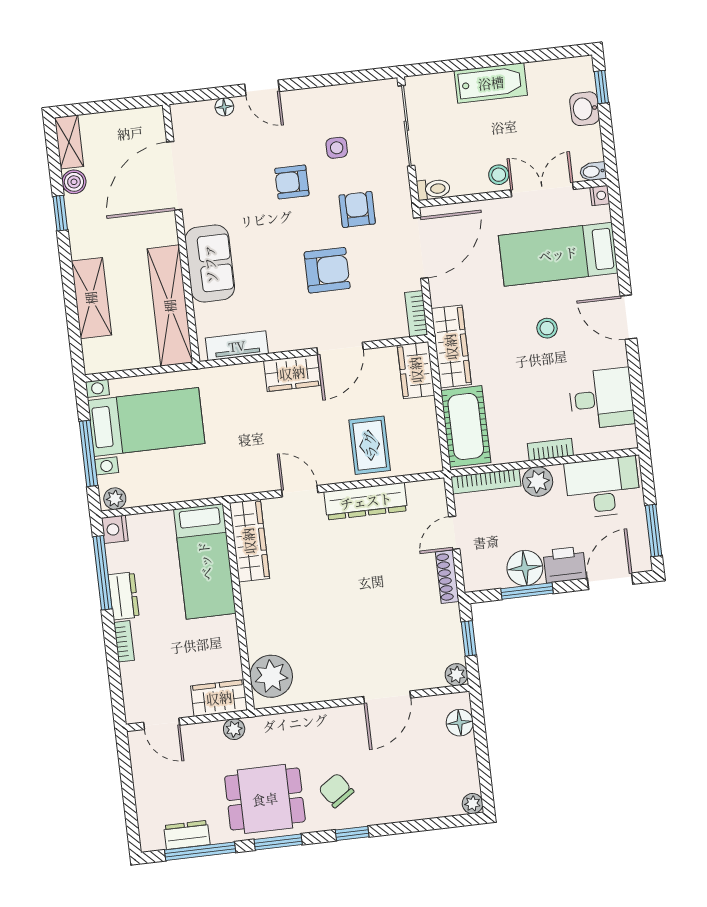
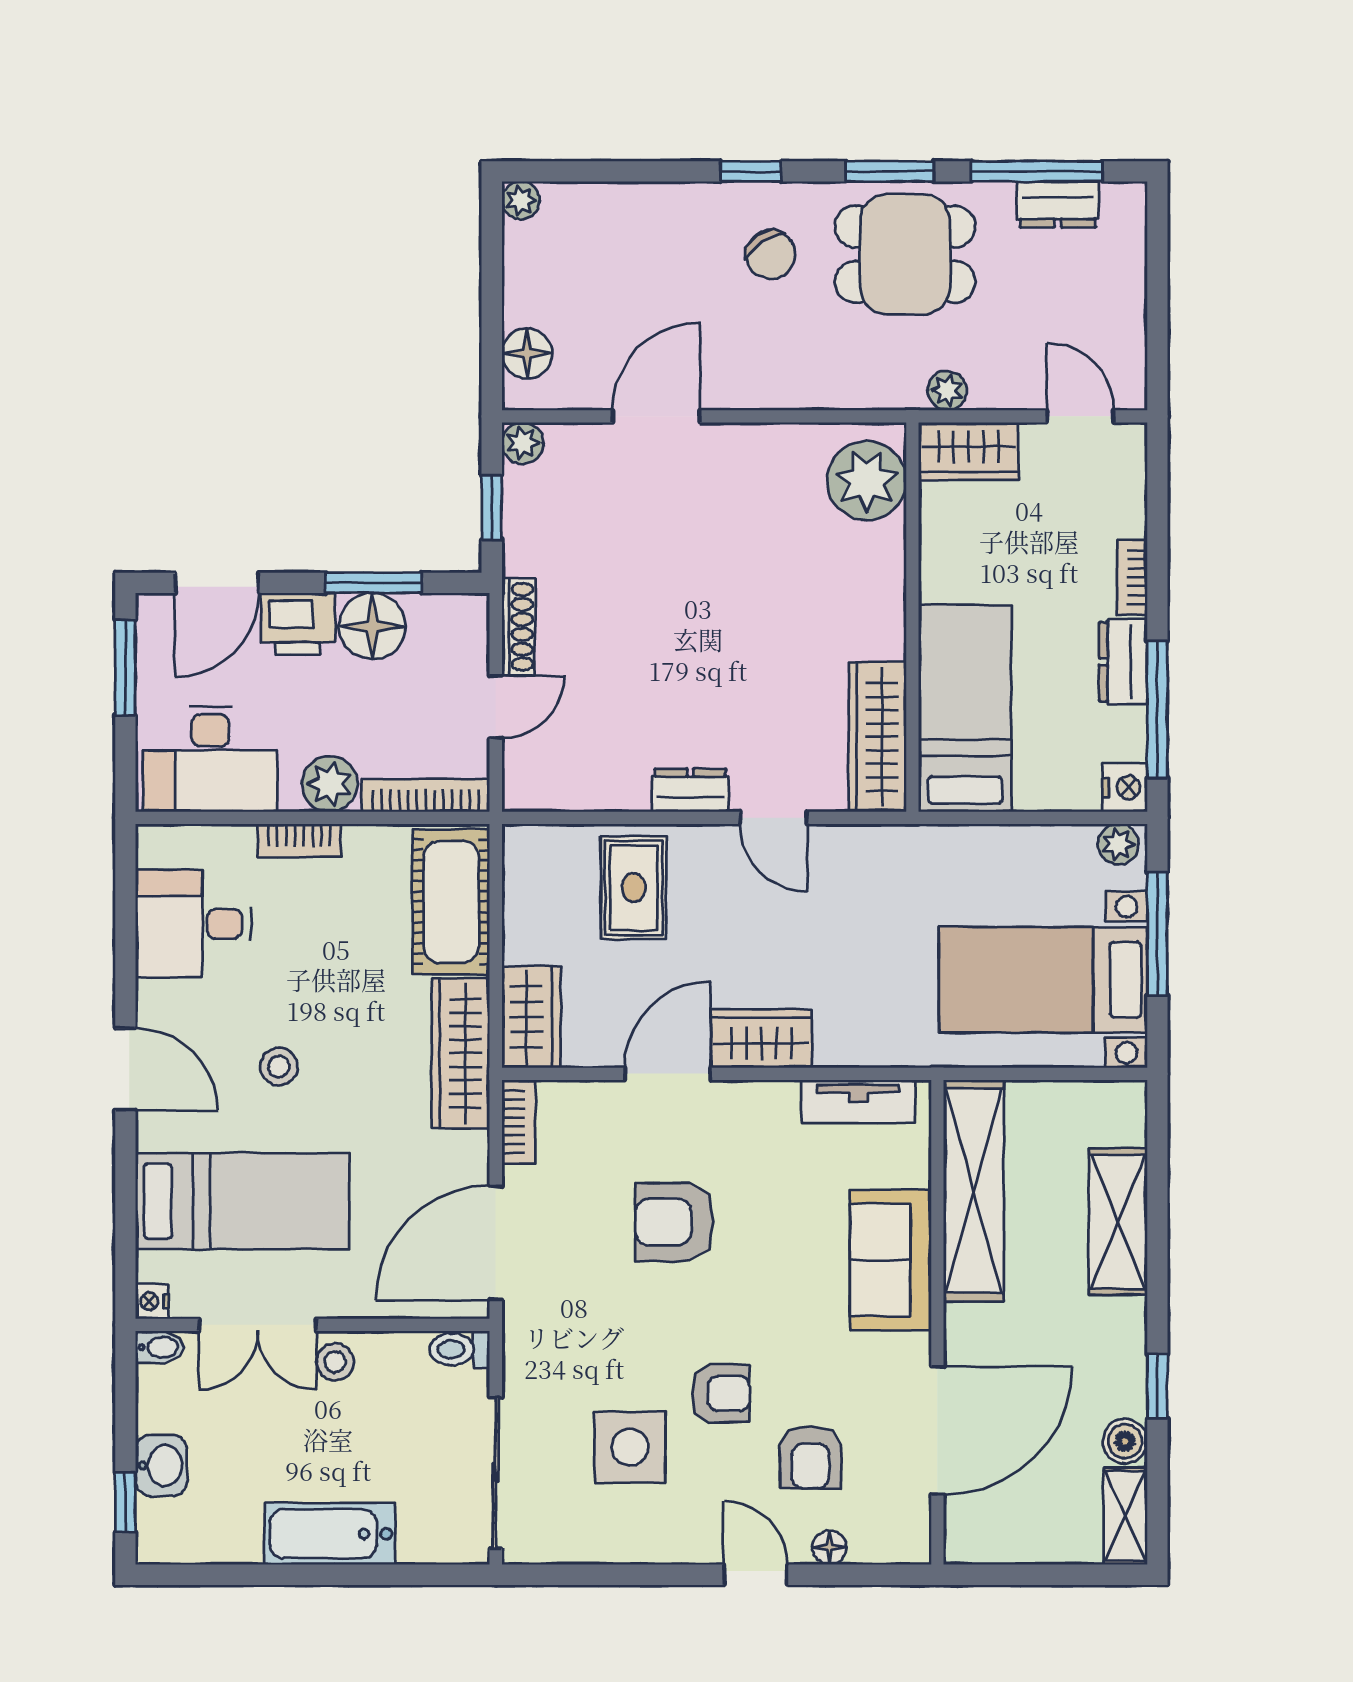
side table: (337, 148) -> (630, 1447), width x1.87, depth x1.87
armchair: (357, 209) -> (811, 1457), moved
dresser: (366, 501) -> (690, 790), width x0.51, depth x0.80

